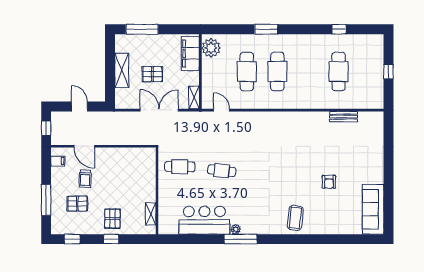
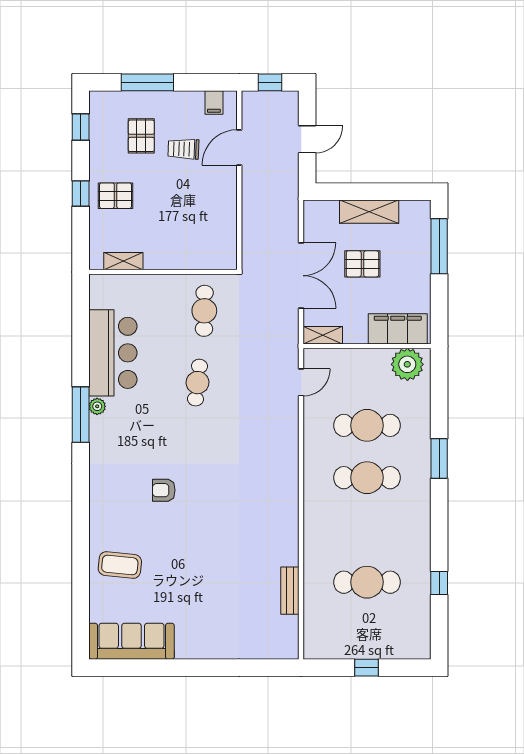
pallet: (152, 74) -> (362, 264), turned 90
armchair: (329, 182) -> (164, 490), moved
coffee table: (295, 218) -> (120, 565), moved

